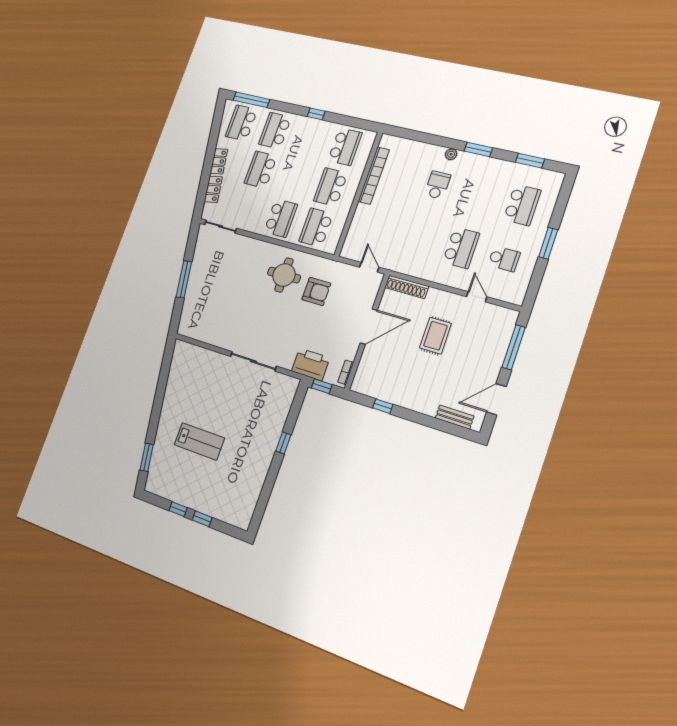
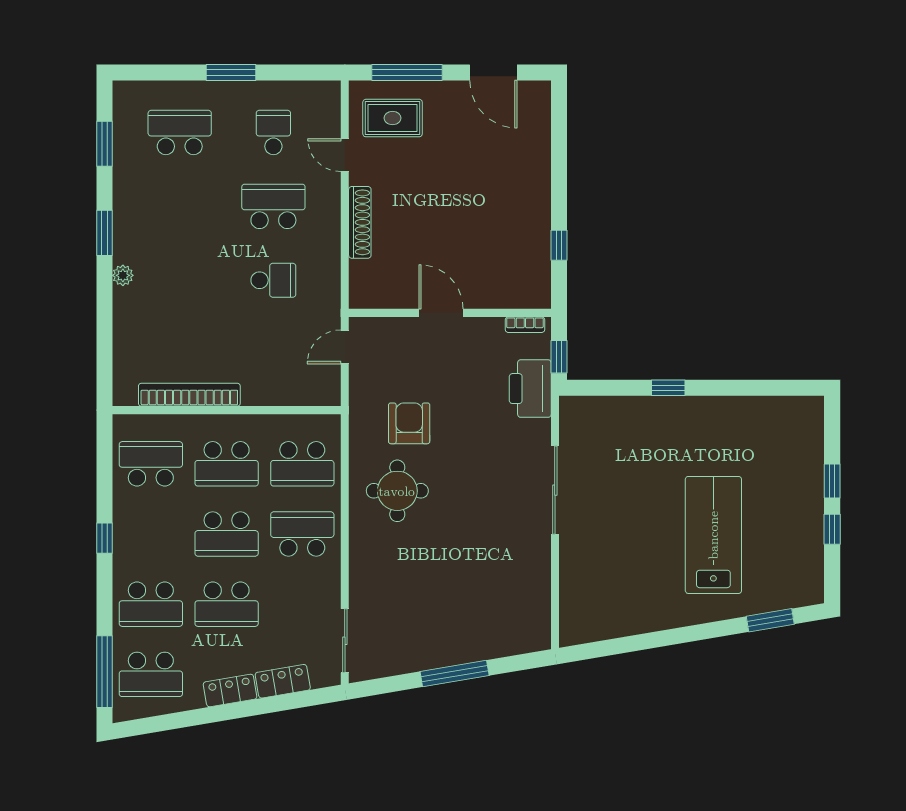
school desk: (295, 178) -> (227, 534), added
school desk: (438, 185) -> (273, 280), moved, turned 180
shoe rack: (407, 287) -> (360, 222), moved
door: (477, 297) -> (345, 155), hinge flipped
door: (369, 327) -> (441, 313), width x0.73
rug: (435, 336) -> (393, 118), moved
bench: (455, 417) -> (540, 127), removed
lab bench: (199, 441) -> (713, 535), width x1.36, depth x1.39

